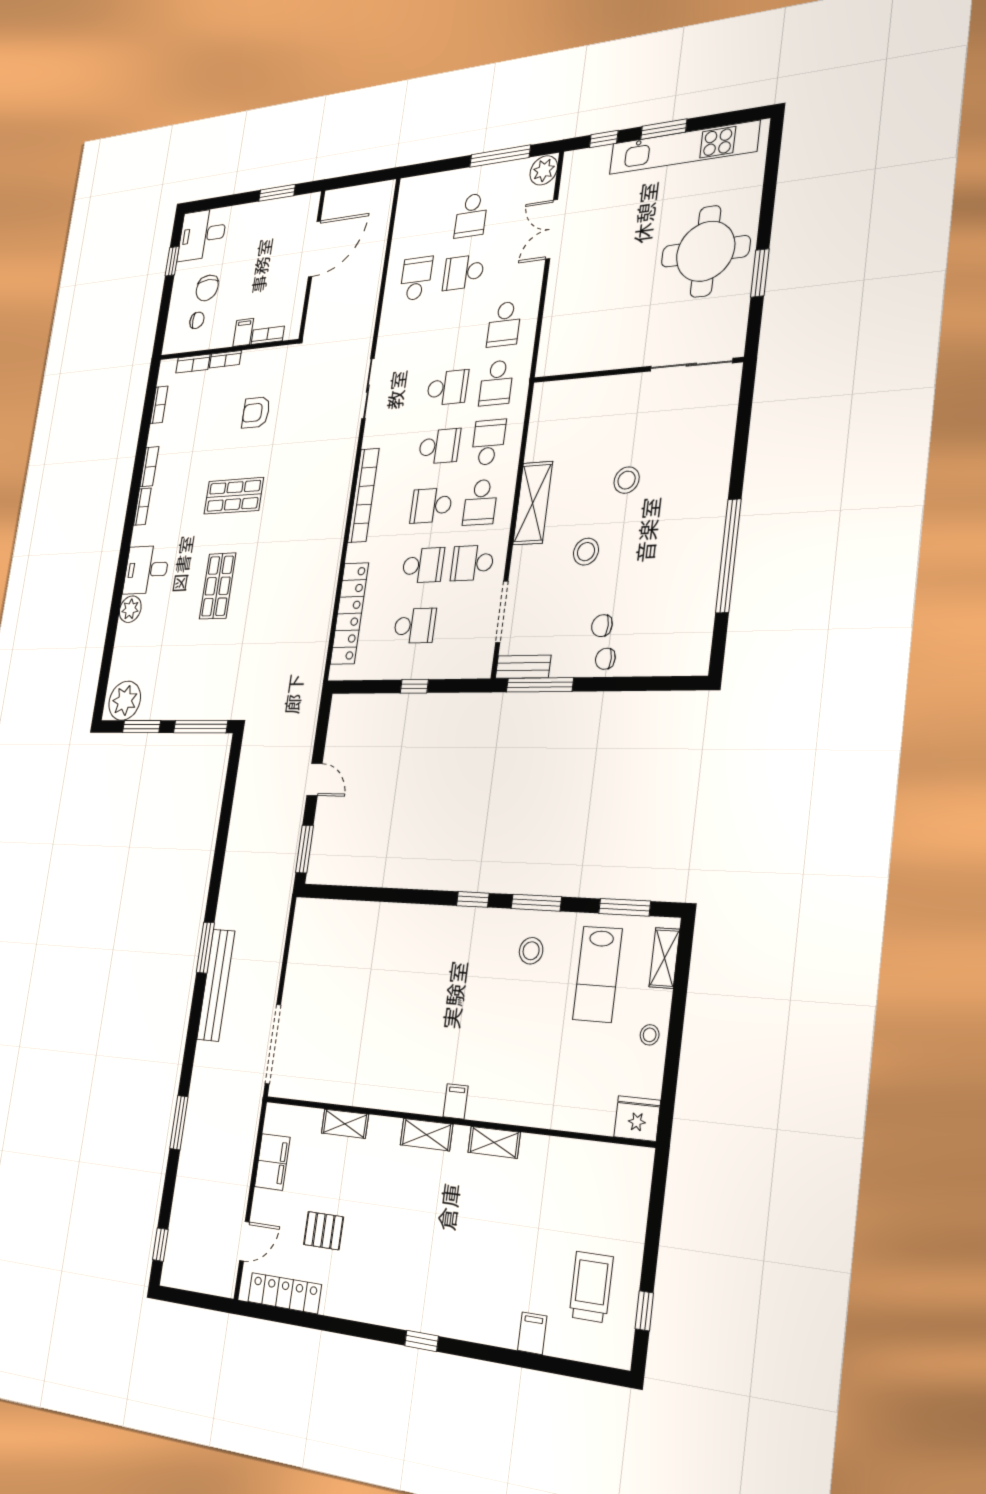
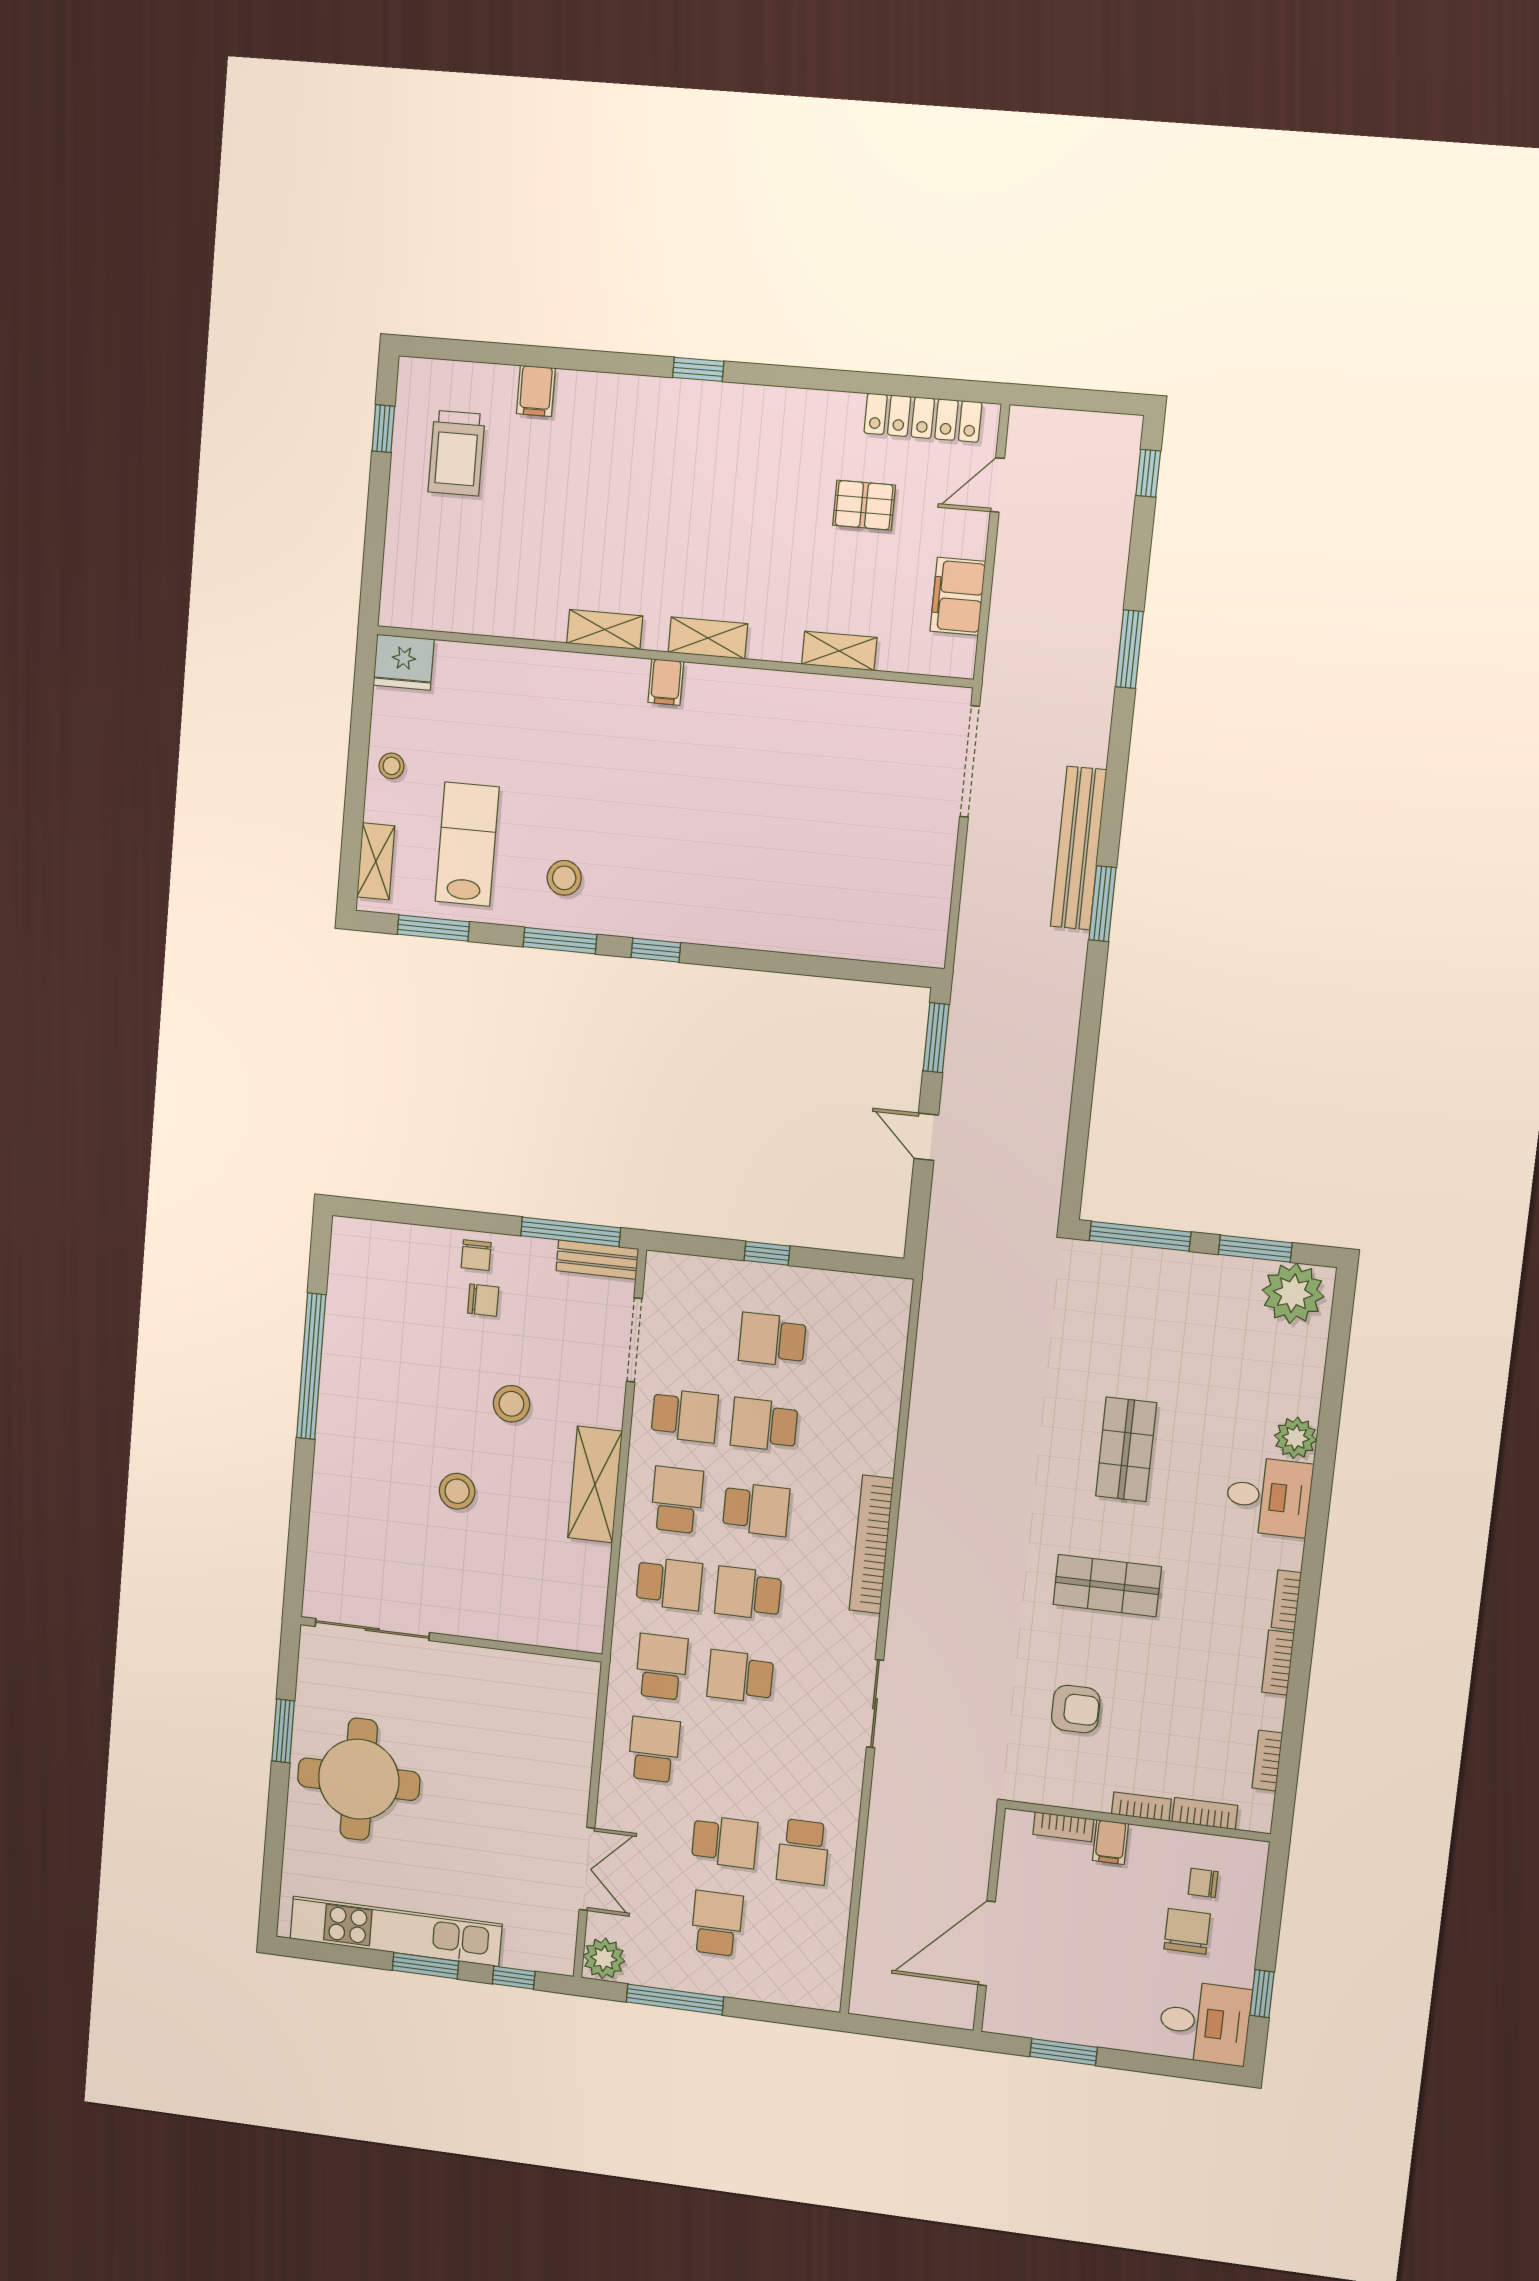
school desk: (488, 442) -> (669, 1584), turned -90
locker: (349, 613) -> (883, 1373), removed
chair: (605, 659) -> (476, 1255), turned 90

